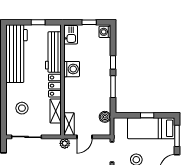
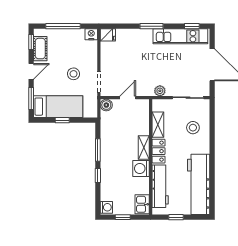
boiler: (105, 117) -> (106, 105), moved
shelving: (69, 124) -> (144, 147), moved
plant: (65, 143) -> (160, 91), moved

